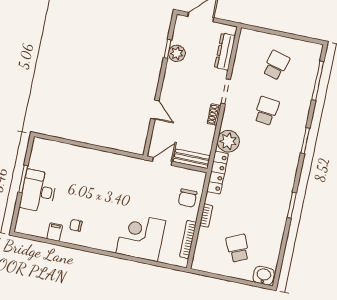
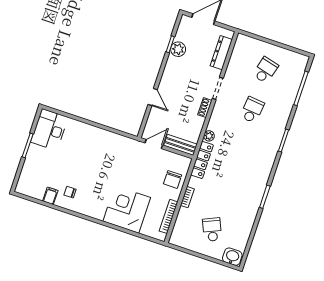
plant: (228, 141) -> (209, 136), width x0.53, depth x0.53
desk: (38, 191) -> (49, 130), moved

